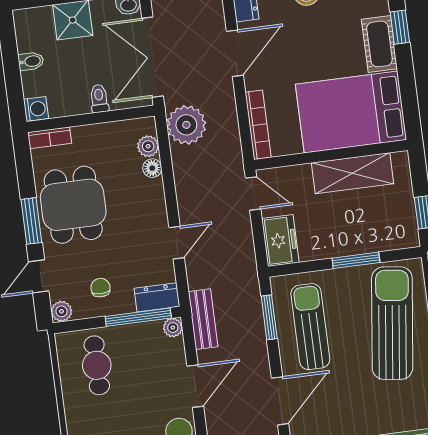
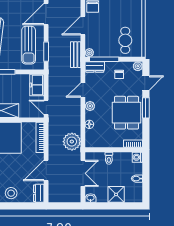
double door: (153, 57) -> (83, 173), width x0.73
plant: (148, 146) -> (90, 106), moved

